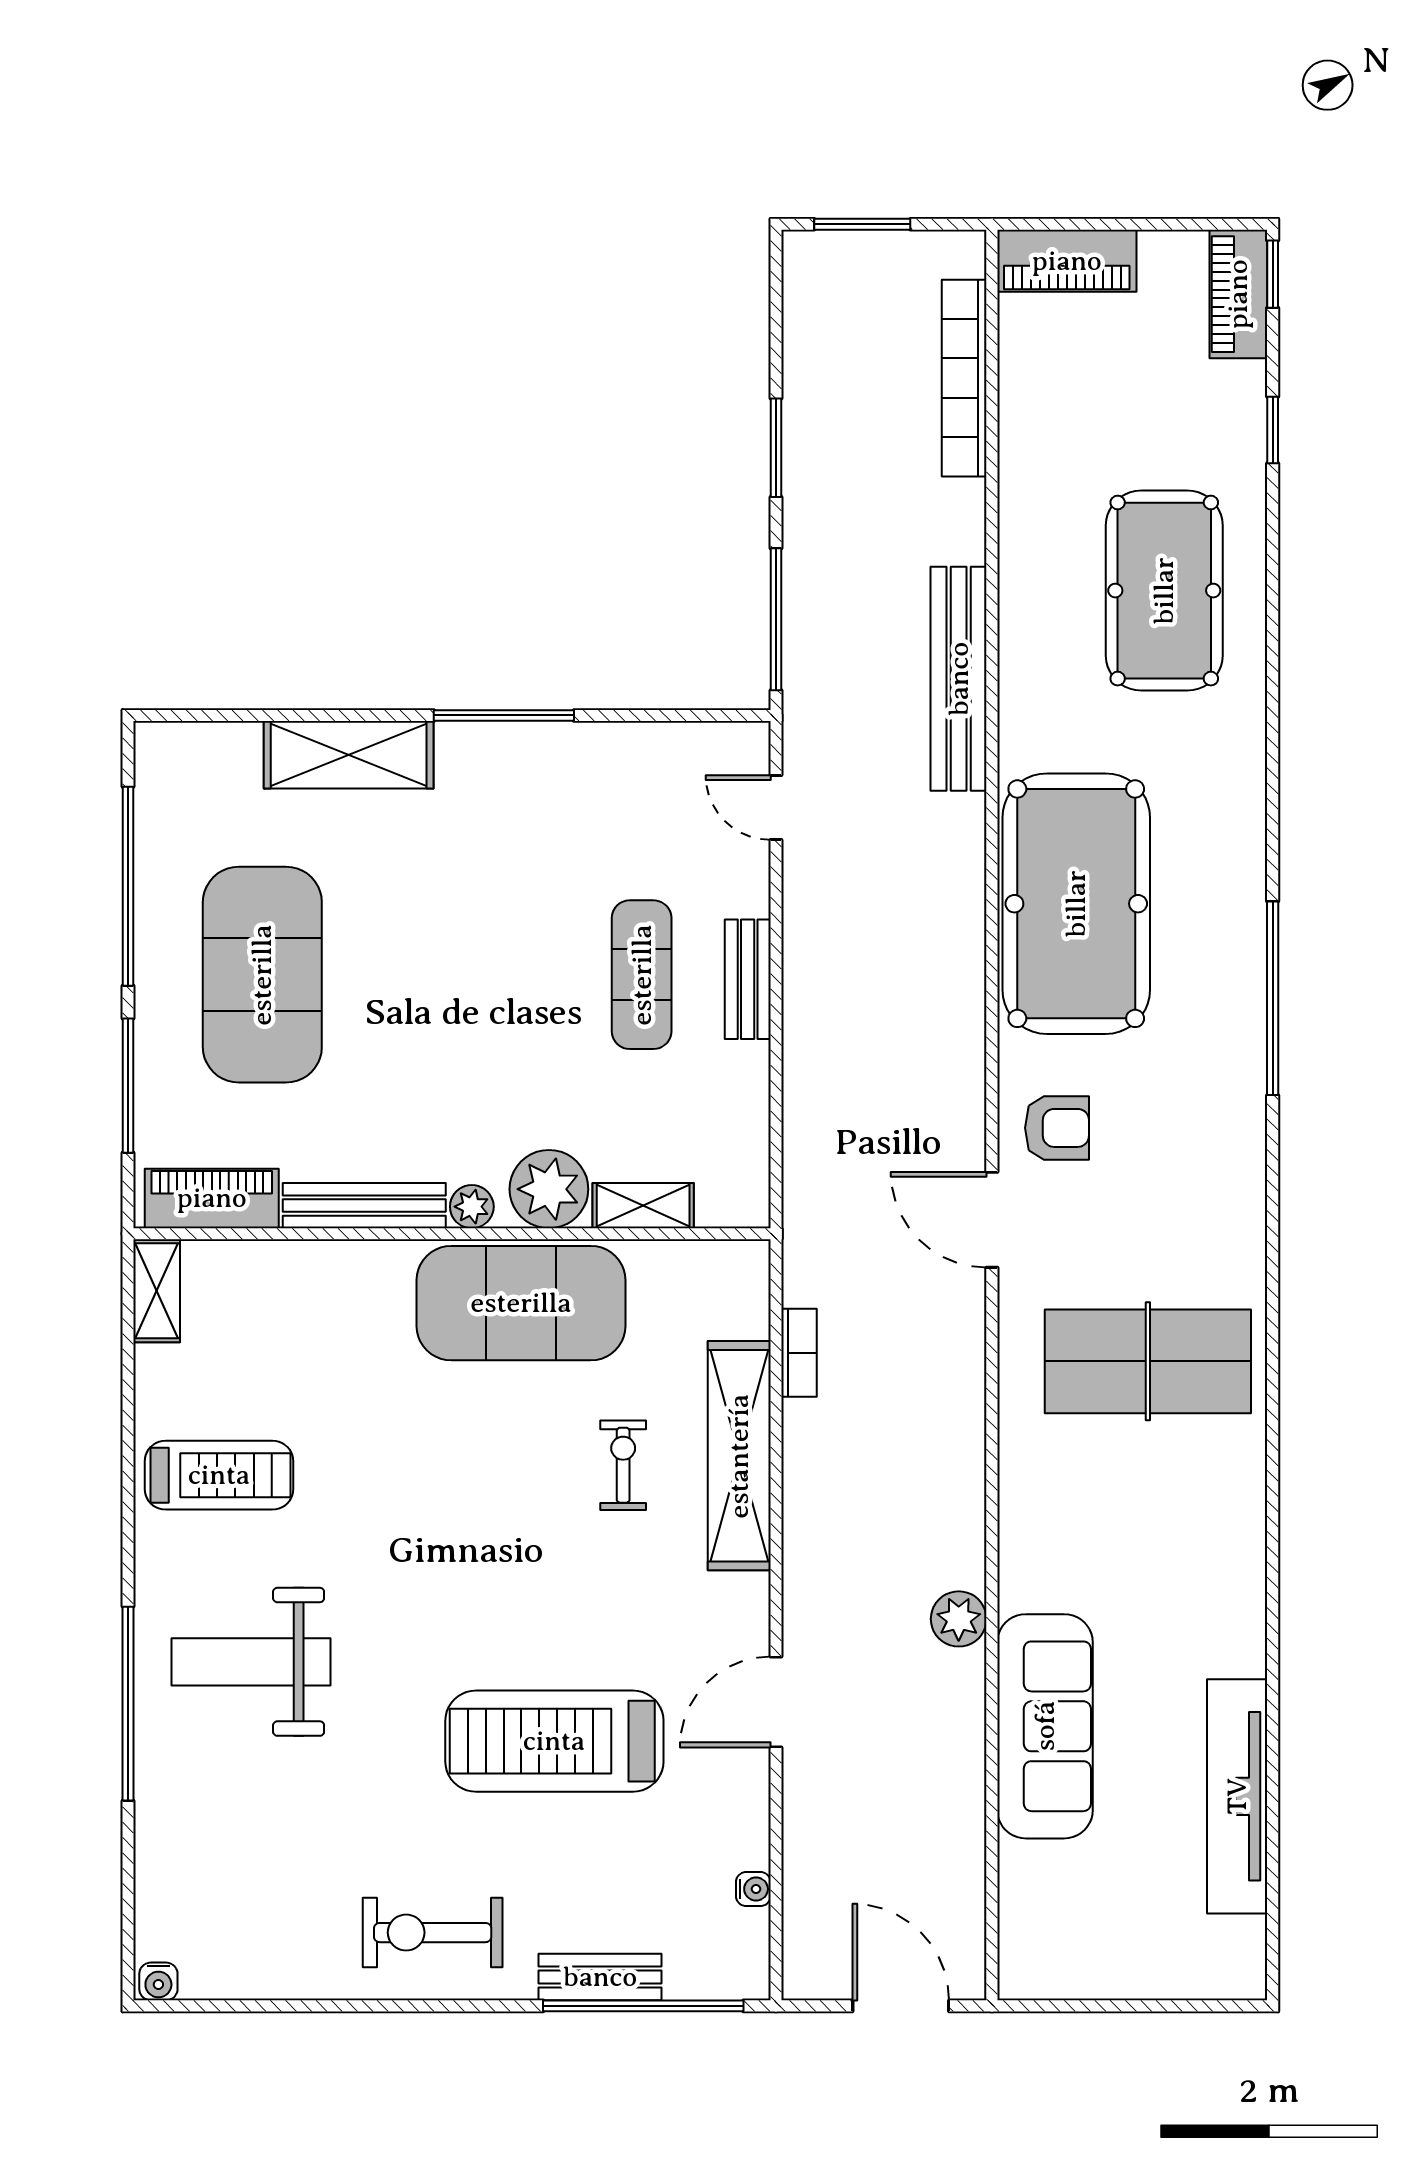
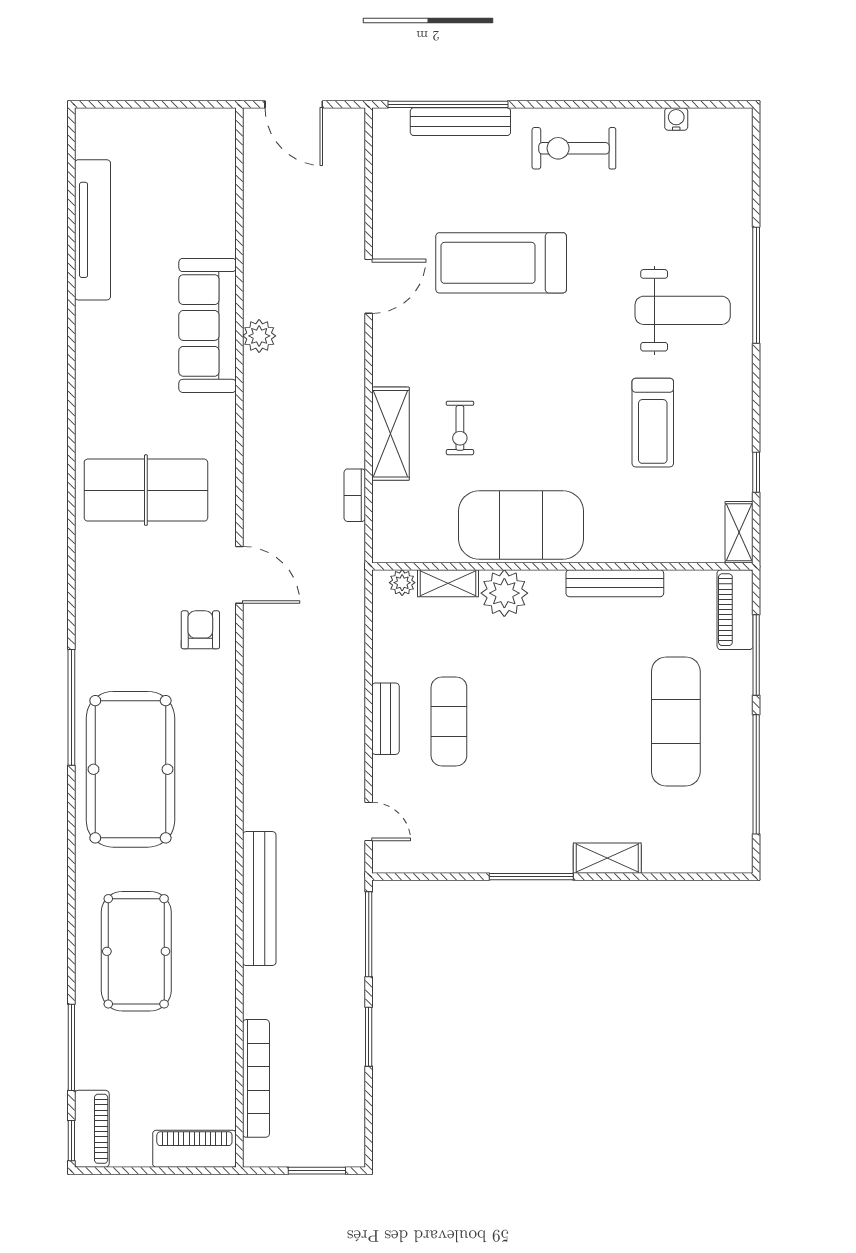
window: (1273, 430) -> (71, 1047), width x2.17
shelving: (349, 755) -> (607, 858), width x0.67, depth x0.75
pool table: (1076, 904) -> (130, 769), moved
exercise mat: (262, 975) -> (676, 721), width x0.68
armchair: (1057, 1128) -> (200, 630), turned 90
piano: (212, 1198) -> (735, 610), moved, turned 90
plant: (472, 1207) -> (402, 583), moved
window: (128, 1391) -> (756, 472), added
shelving: (739, 1456) -> (390, 434), width x0.68
treadmill: (219, 1475) -> (653, 423), moved, turned -90
sofa: (1045, 1726) -> (208, 325), moved
treadmill: (554, 1741) -> (501, 263), turned 180
water cooler: (753, 1889) -> (382, 174), removed
exercise bike: (433, 1933) -> (574, 148), turned 180
bench: (600, 1977) -> (460, 122), width x1.36
water cooler: (158, 1981) -> (676, 119), moved

